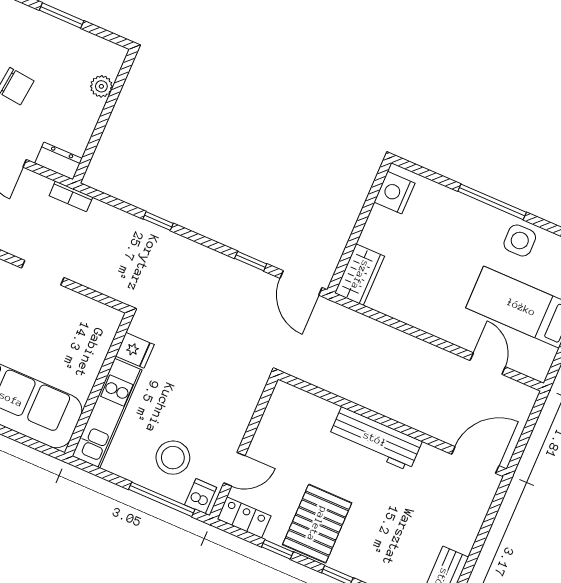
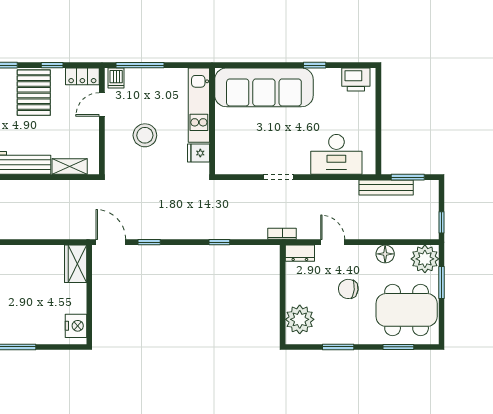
plant: (101, 86) -> (300, 319), width x1.88, depth x1.88
shelving: (312, 406) -> (70, 167), added
stool: (173, 458) -> (145, 135), moved

